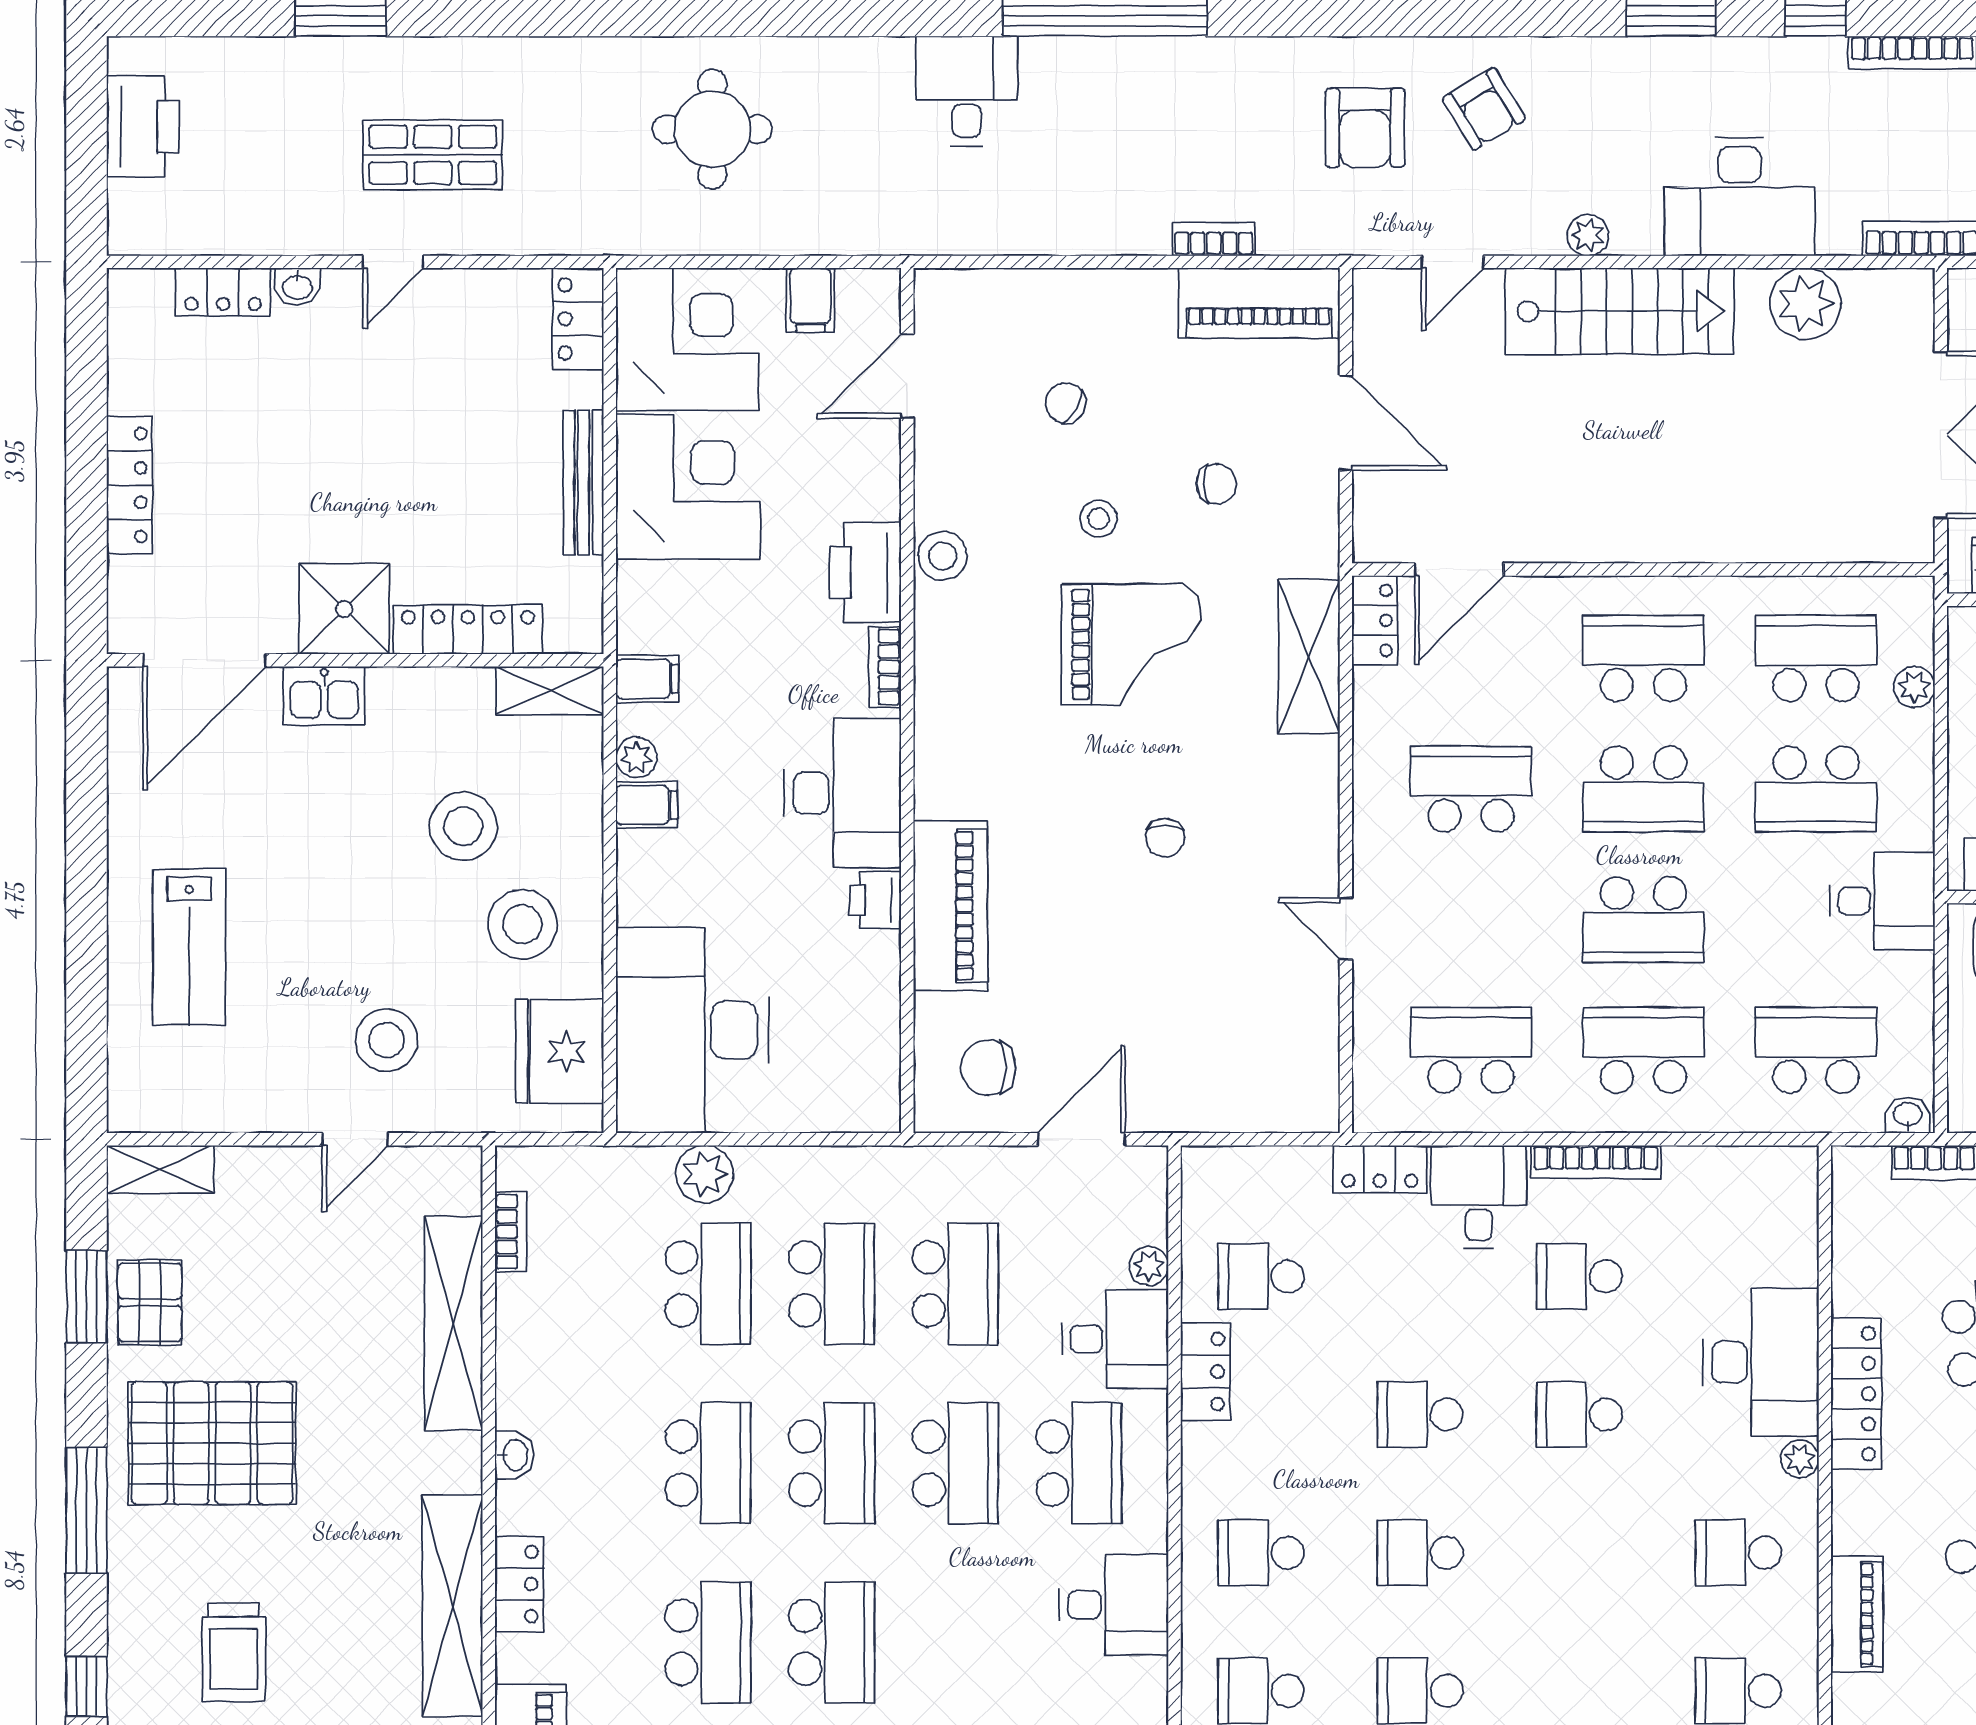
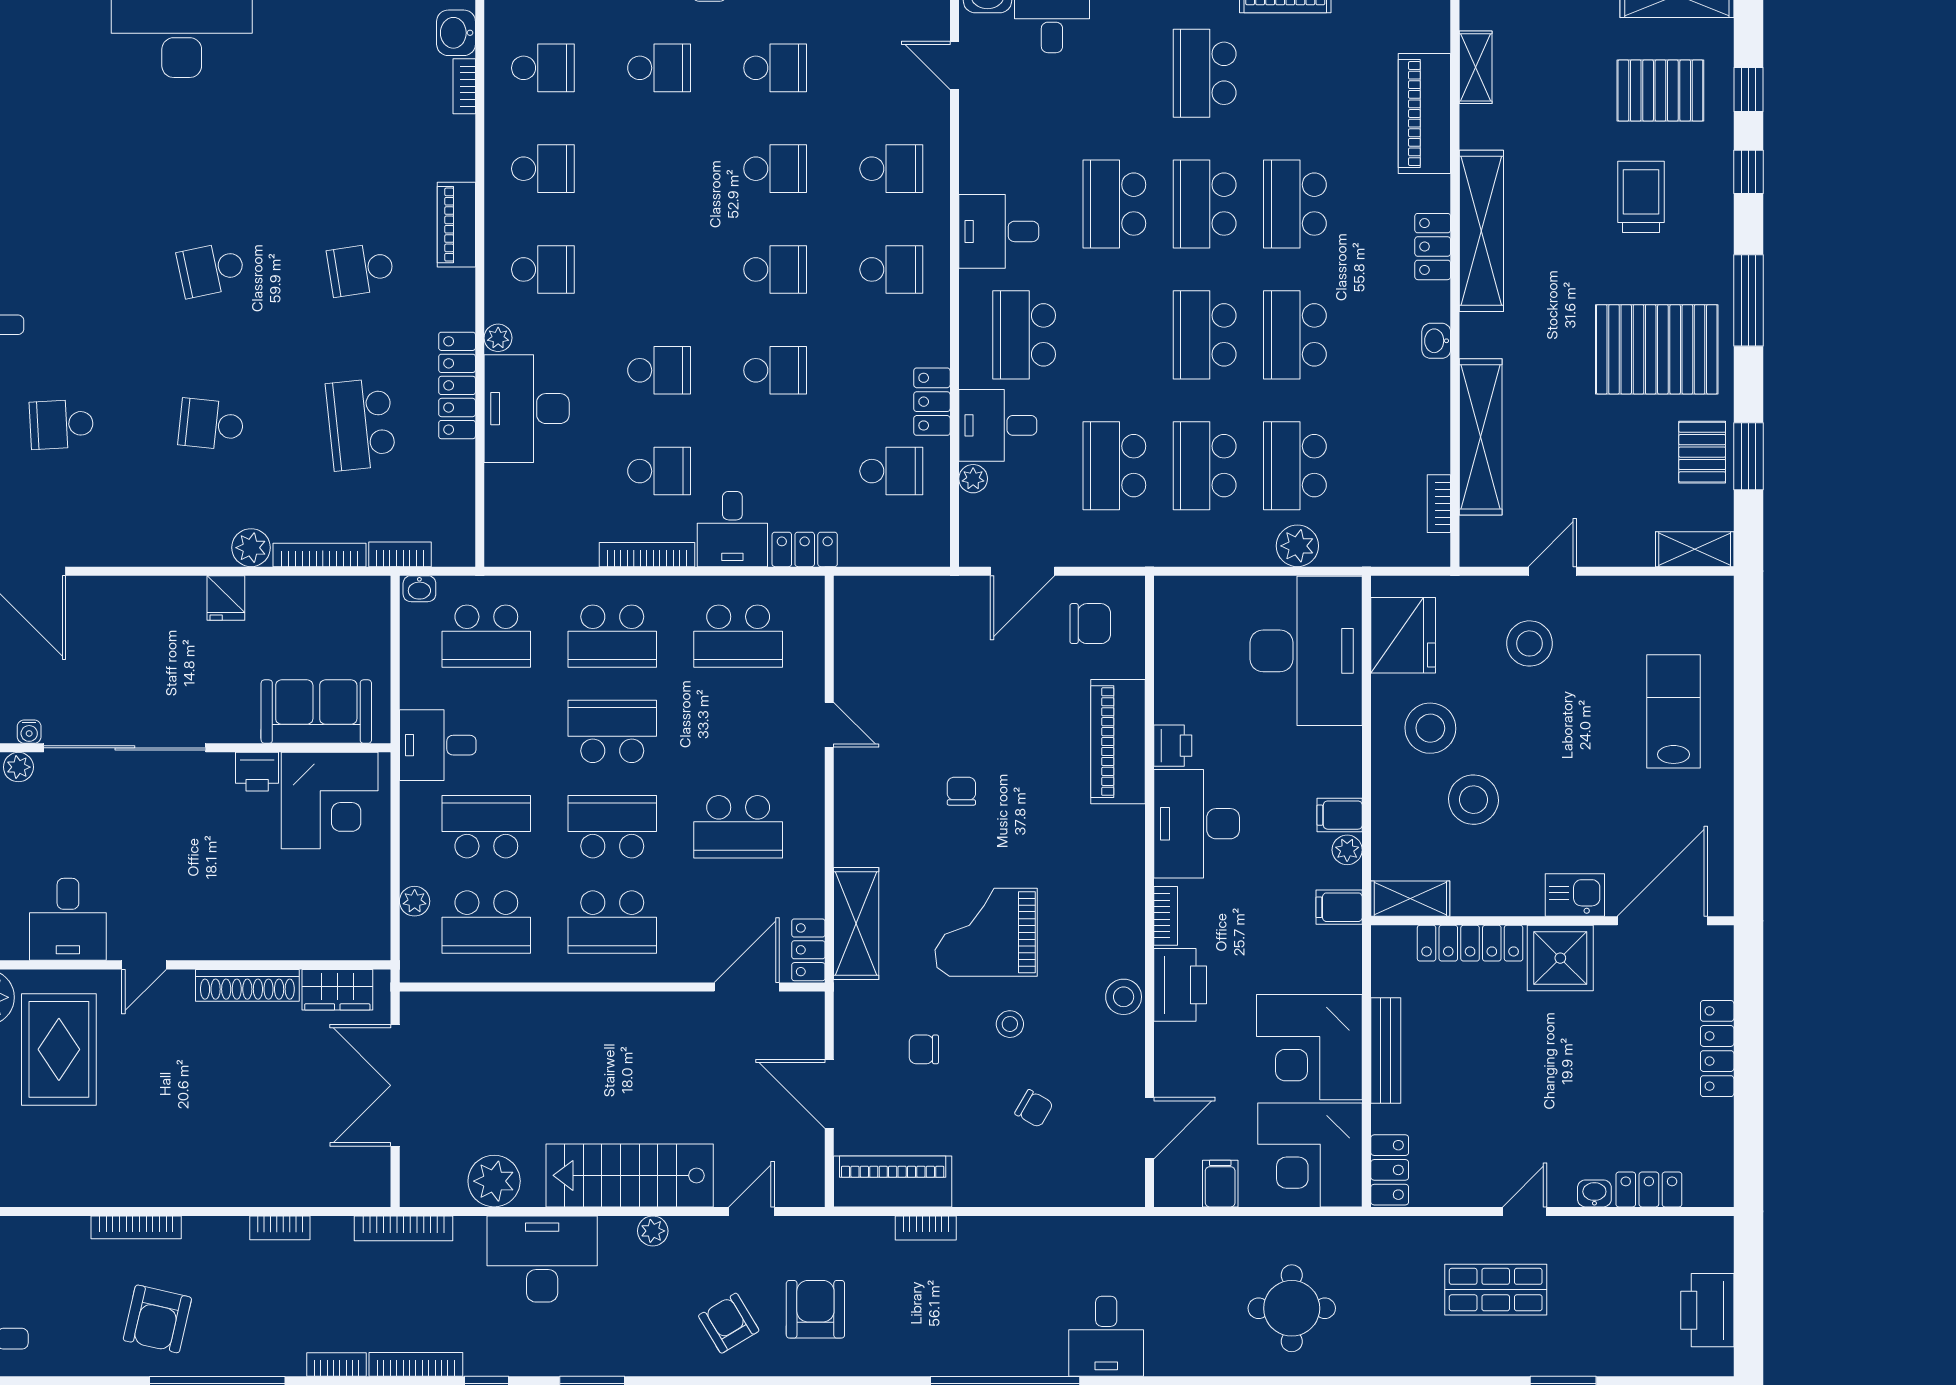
school desk: (955, 1463) -> (1114, 204), moved

